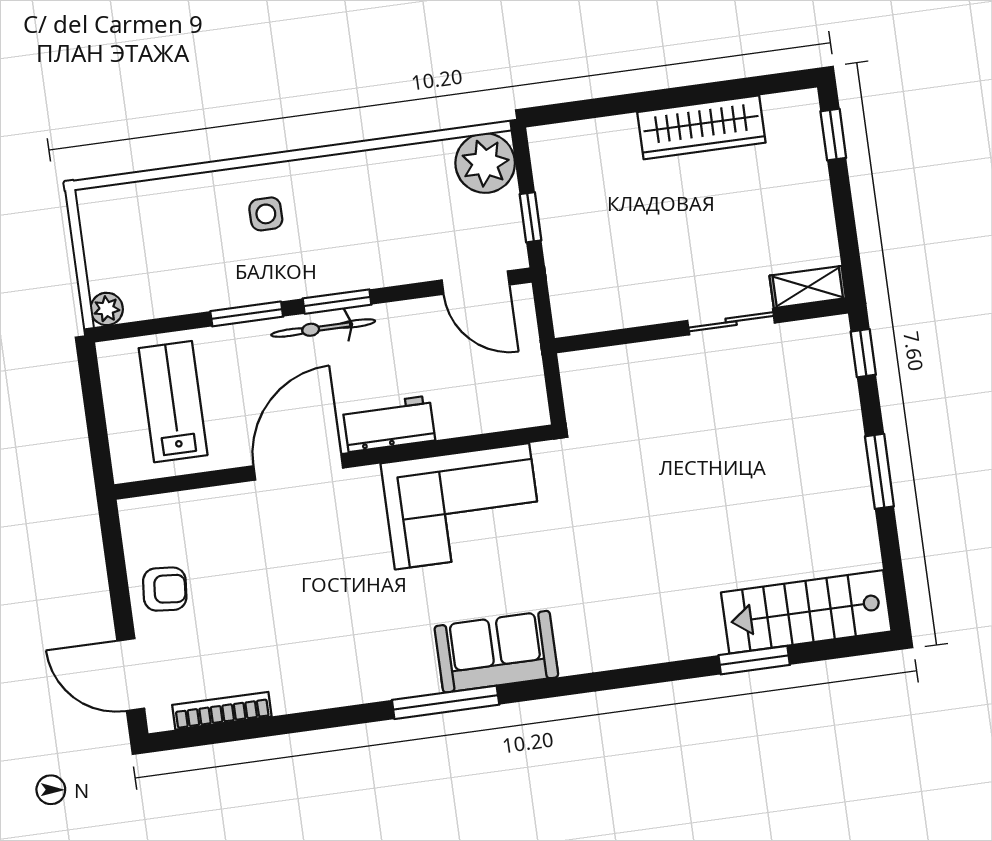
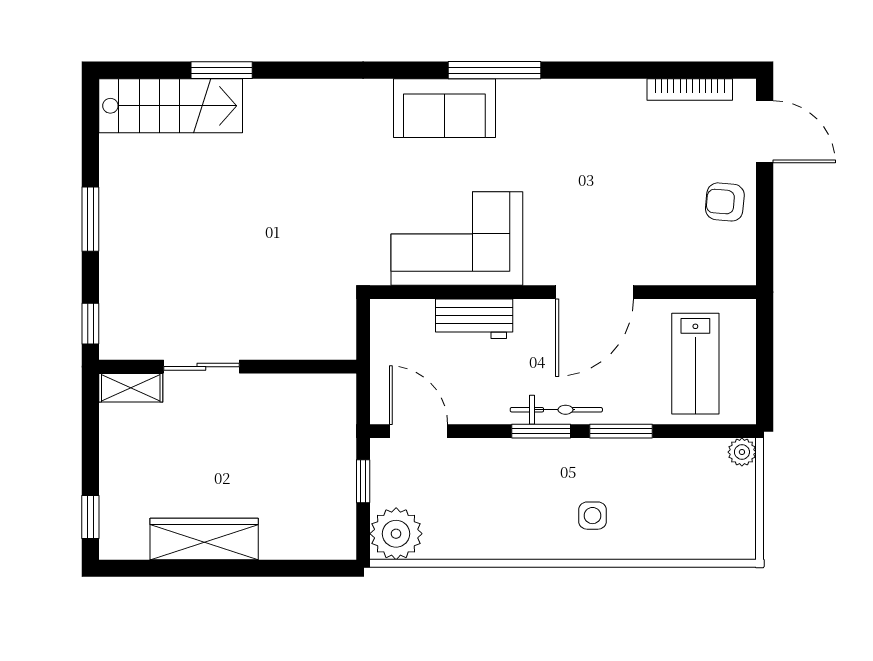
workbench: (389, 424) -> (474, 319), moved

